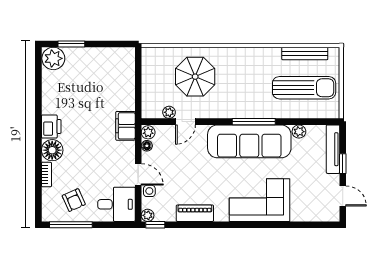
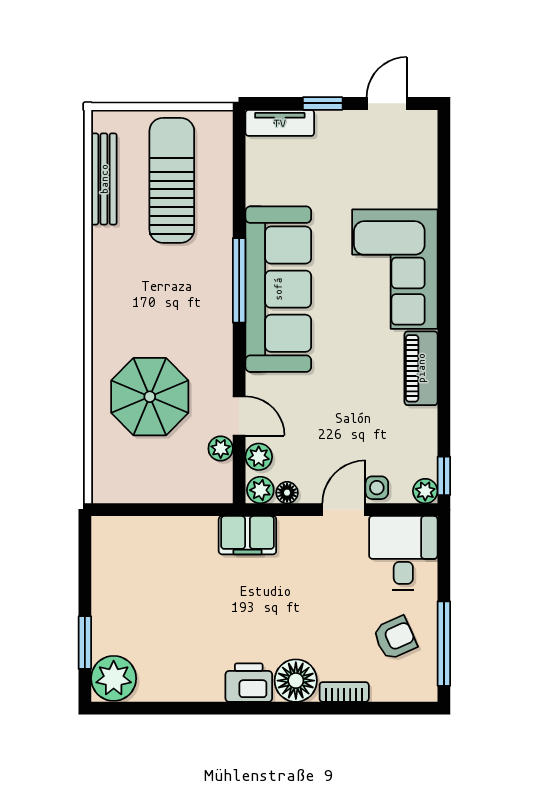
plant: (299, 132) -> (259, 457), moved
tv unit: (333, 149) -> (280, 123), width x0.71
piano: (195, 213) -> (421, 368), moved

